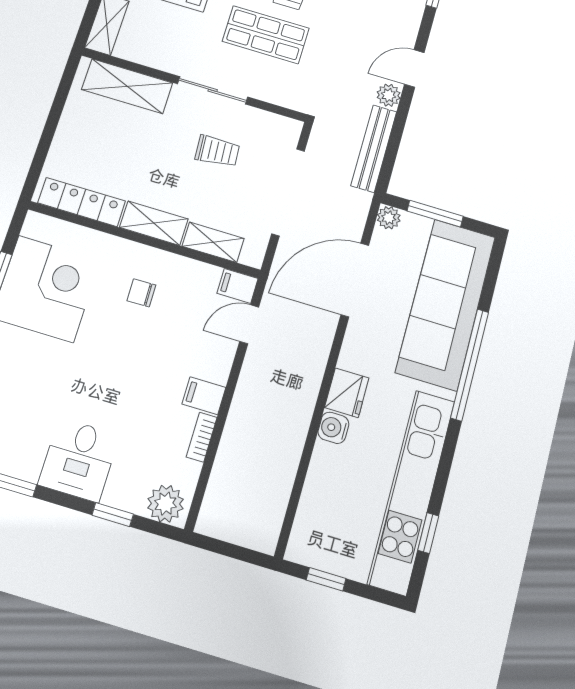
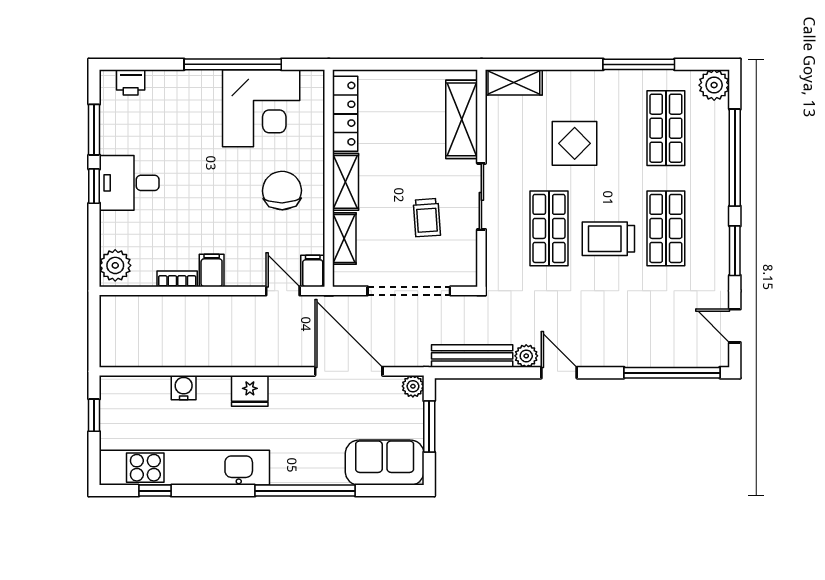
chair: (141, 293) -> (282, 191), width x1.87, depth x1.87
sofa: (446, 304) -> (385, 463), width x0.54, depth x0.79
water cooler: (333, 428) -> (184, 388), moved
window: (113, 515) -> (94, 186), moved

